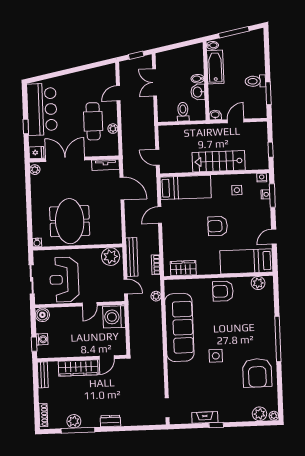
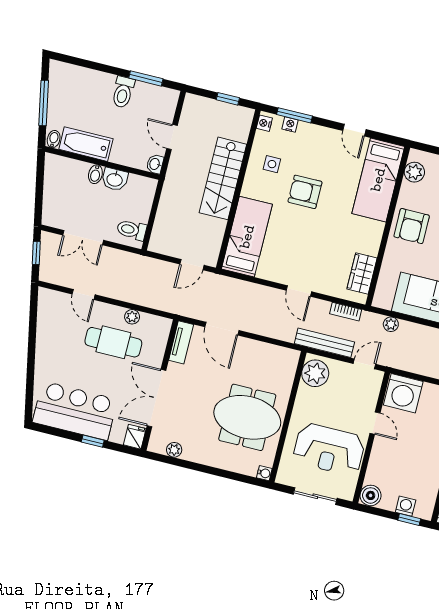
toilet: (183, 112) -> (132, 230), moved
plant: (35, 170) -> (174, 450), moved
door: (122, 188) -> (222, 329), swing flipped
door: (160, 215) -> (299, 291), moved
armchair: (218, 226) -> (305, 192), moved, turned 90

